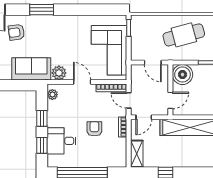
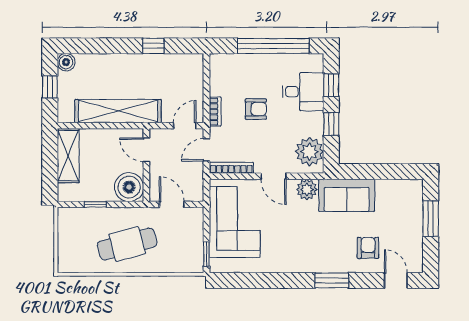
armchair: (16, 32) -> (368, 248), turned -82
plant: (52, 95) -> (309, 152), width x1.87, depth x1.87
door: (129, 100) -> (206, 150), swing flipped
door: (170, 100) -> (146, 150), hinge flipped
armchair: (94, 129) -> (256, 109), turned -90
shelving: (137, 154) -> (195, 73), removed

